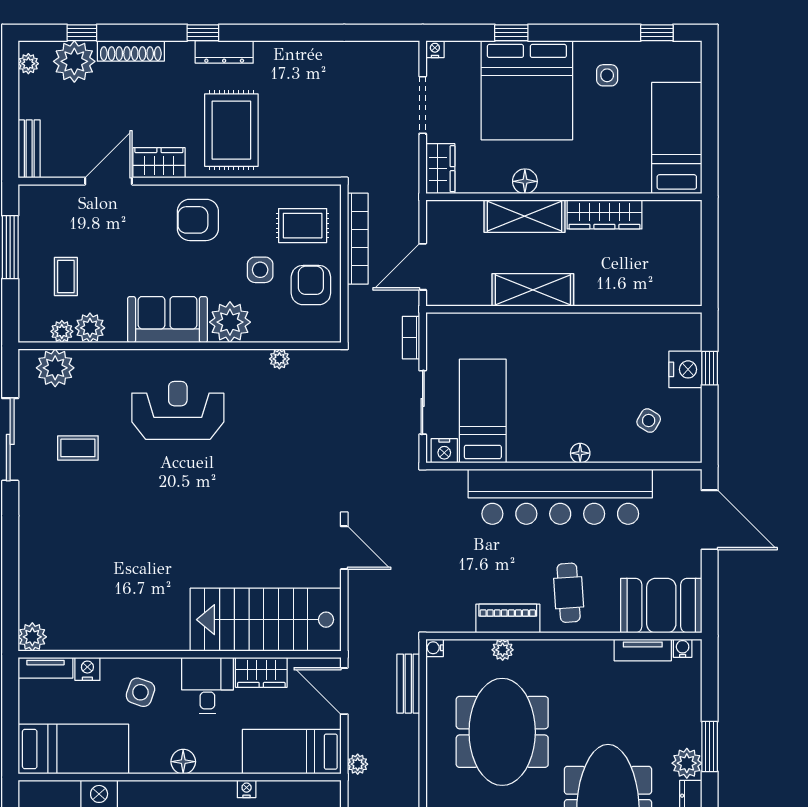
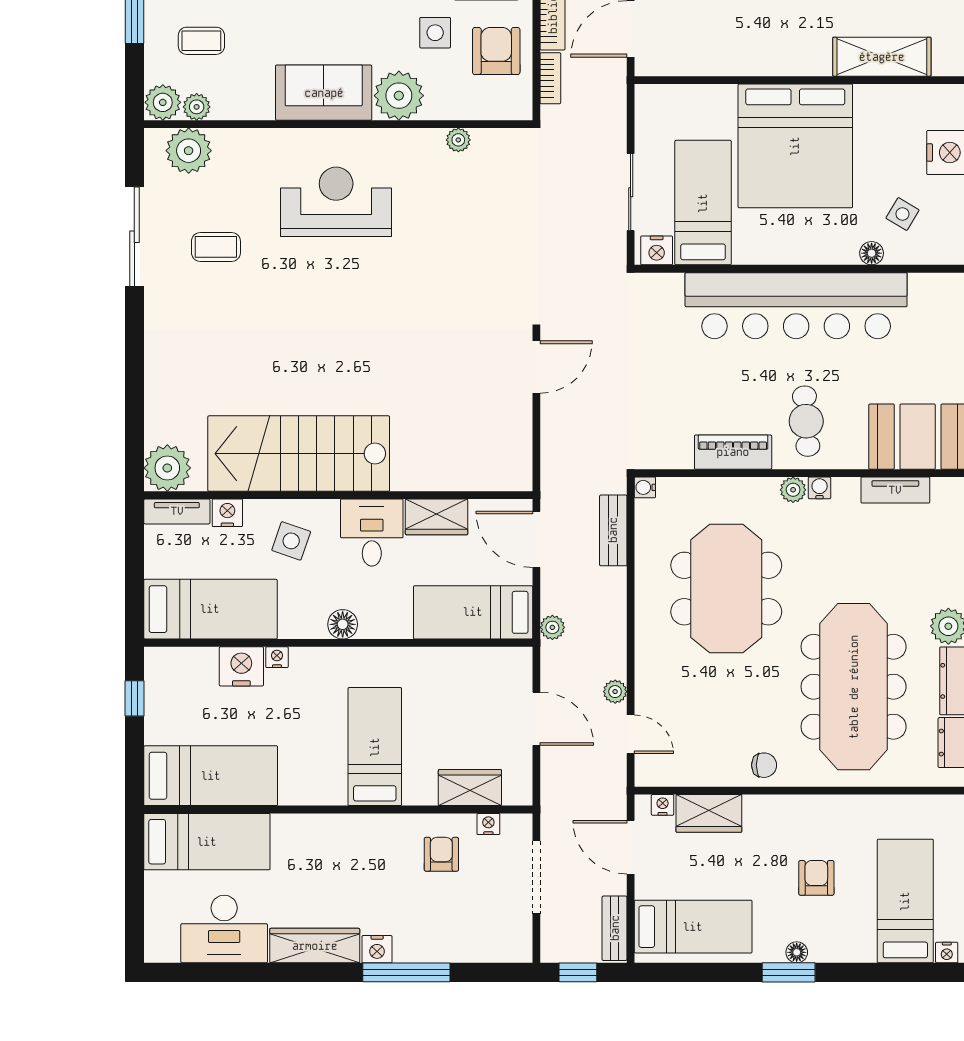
coffee table: (66, 277) -> (201, 41), turned 90
shelving: (533, 290) -> (882, 57), moved
plant: (90, 328) -> (163, 102), moved
bookcase: (411, 338) -> (550, 78), moved, turned 180
bed: (560, 364) -> (795, 146), added
floor lamp: (580, 453) -> (872, 253), moved
door: (344, 548) -> (536, 367), hinge flipped
stairs: (266, 620) -> (299, 454), moved
plant: (32, 637) -> (167, 468), width x1.36, depth x1.36
water cooler: (683, 648) -> (820, 488), moved
plant: (503, 650) -> (793, 490), moved
nightstand: (247, 789) -> (277, 657), moved

